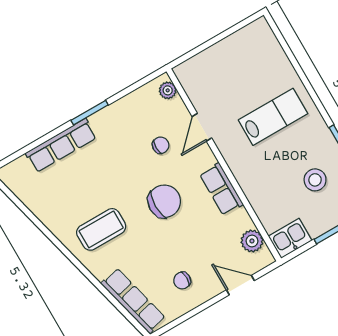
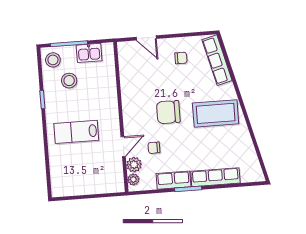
row of seats: (221, 189) -> (173, 180), moved, turned -90
coffee table: (101, 229) -> (216, 113), width x1.36, depth x1.32
kitchen sink: (290, 238) -> (89, 53), moved
plant: (252, 241) -> (134, 165), moved

